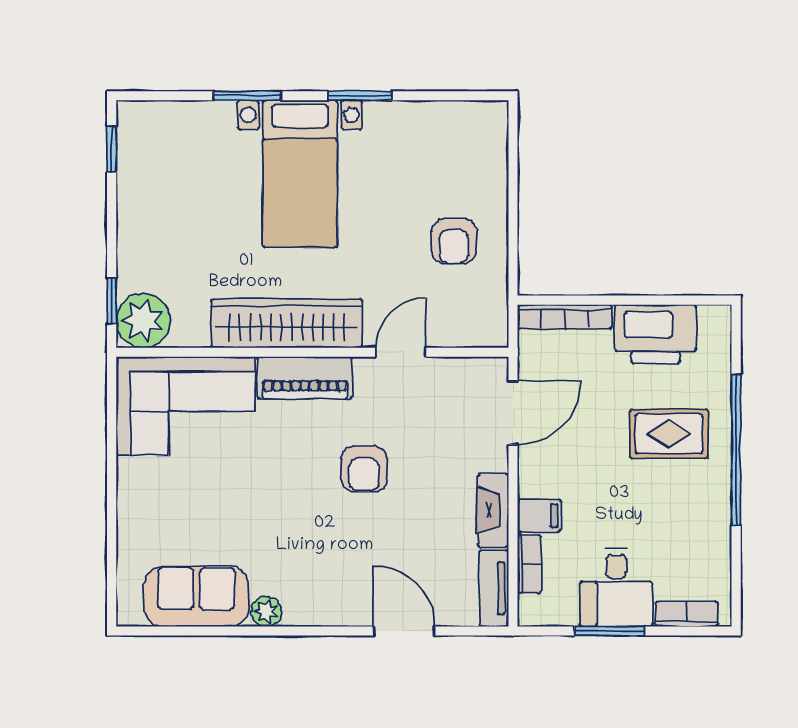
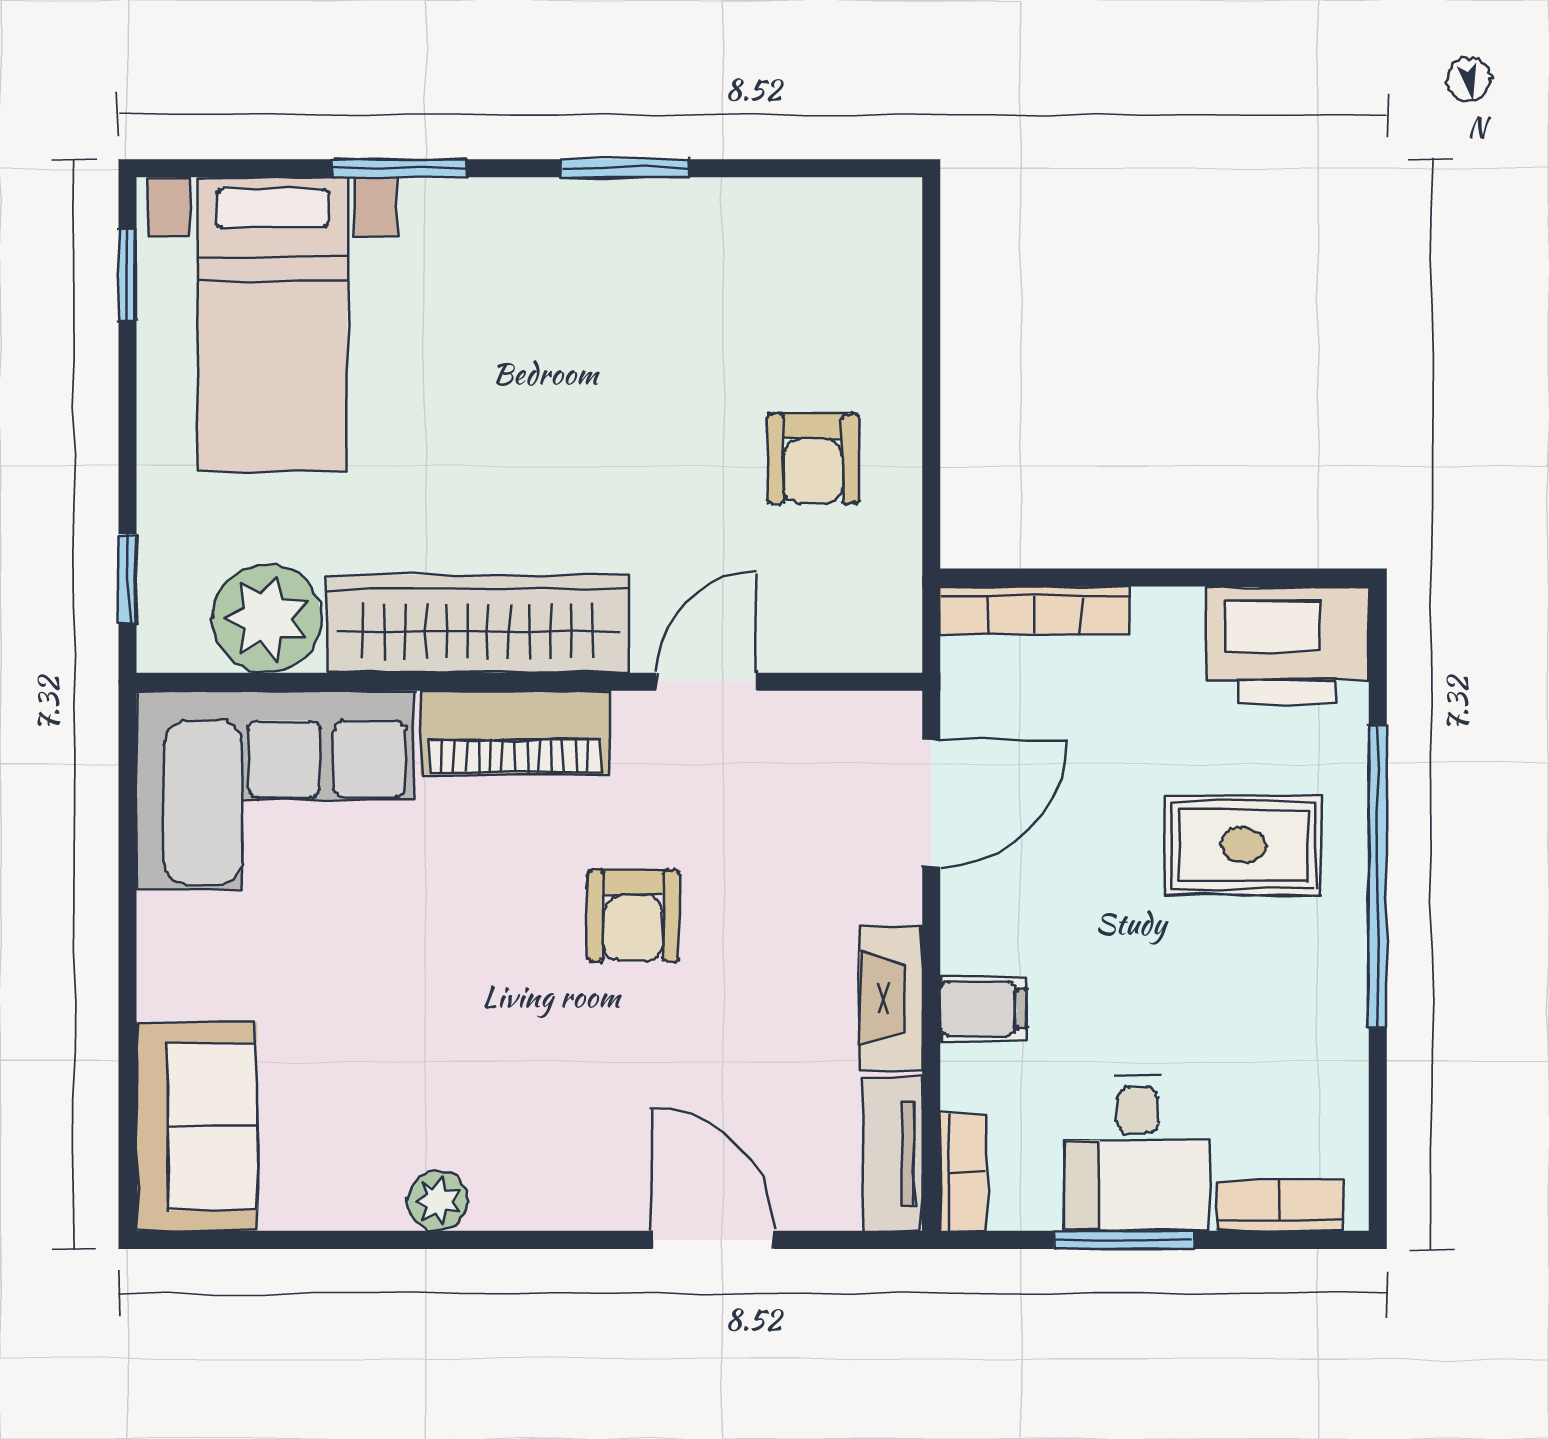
bed with nightstands: (300, 174) -> (272, 325), moved
plant: (143, 321) -> (267, 619), moved
printer: (656, 334) -> (1287, 645), moved
bookcase: (529, 564) -> (964, 1172), moved
sofa: (196, 596) -> (197, 1127), moved, turned 90

